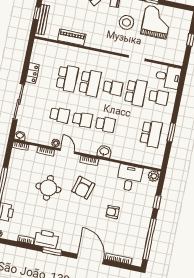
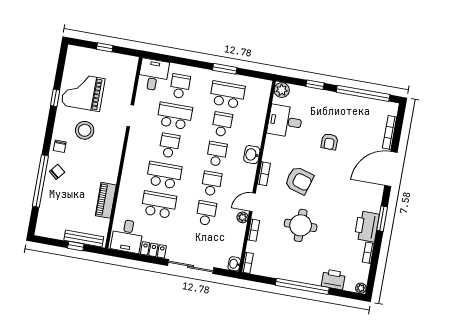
desk: (44, 53) -> (127, 236), added
school desk: (128, 129) -> (222, 124), added

